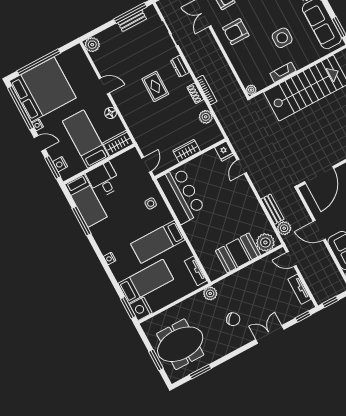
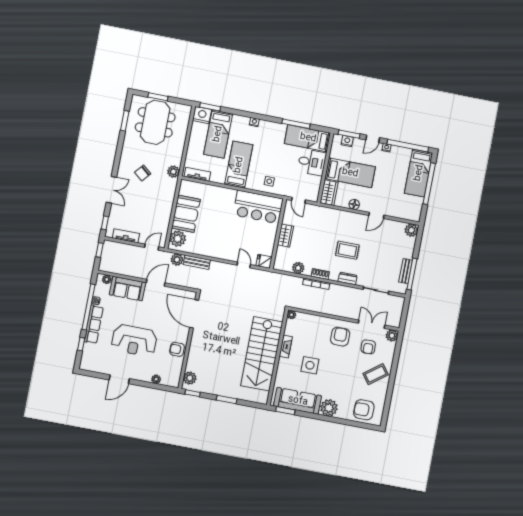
bed: (43, 89) -> (419, 173), width x0.49

